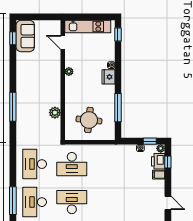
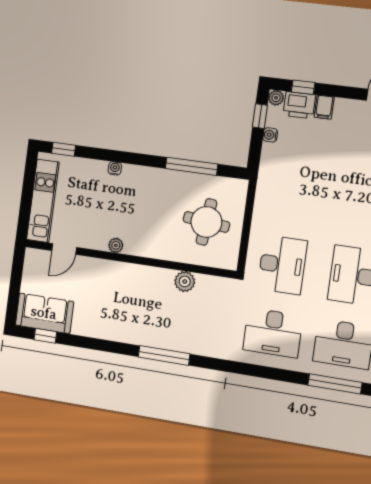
fridge: (108, 77) -> (135, 176), removed

